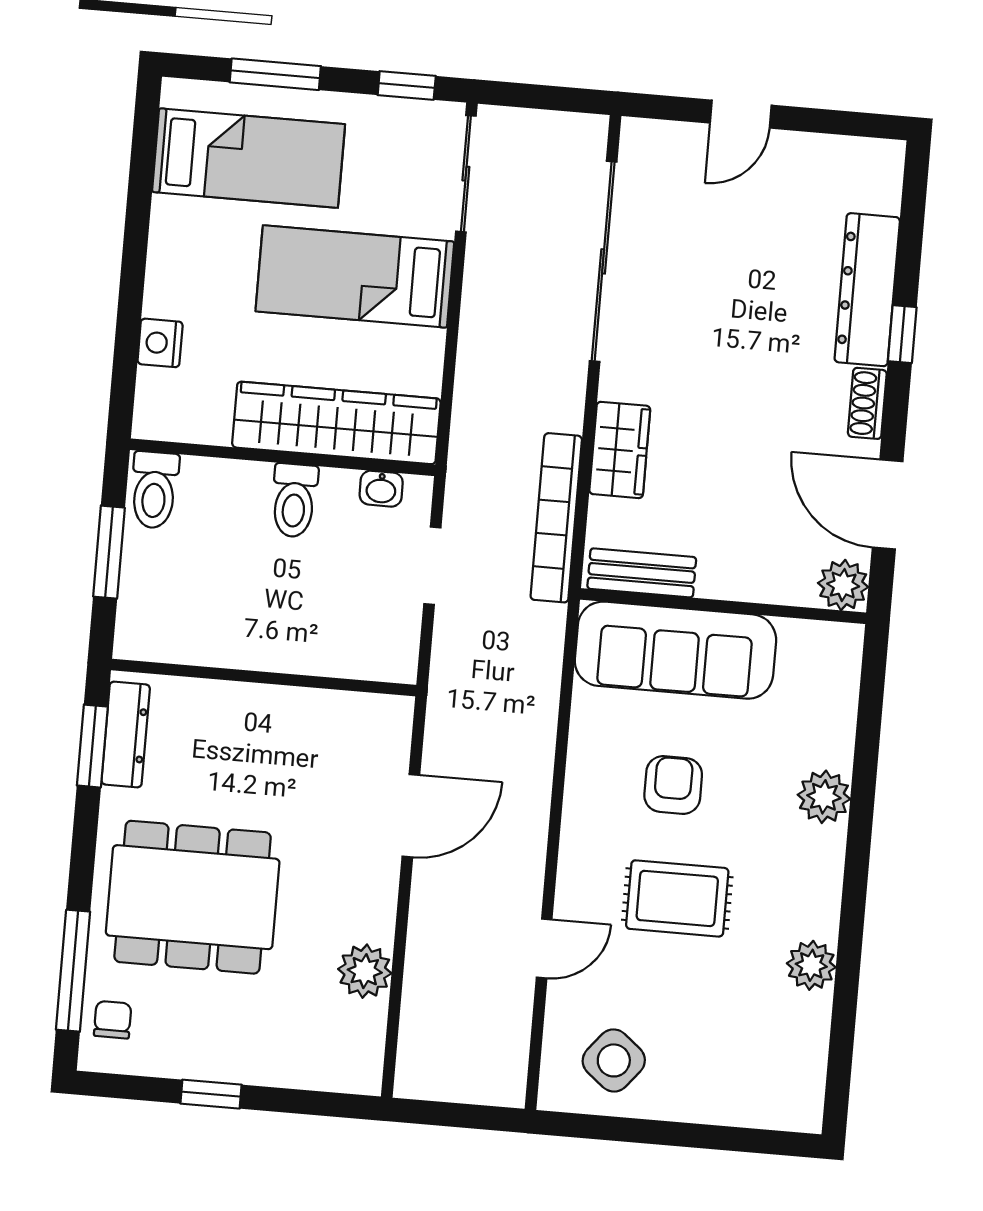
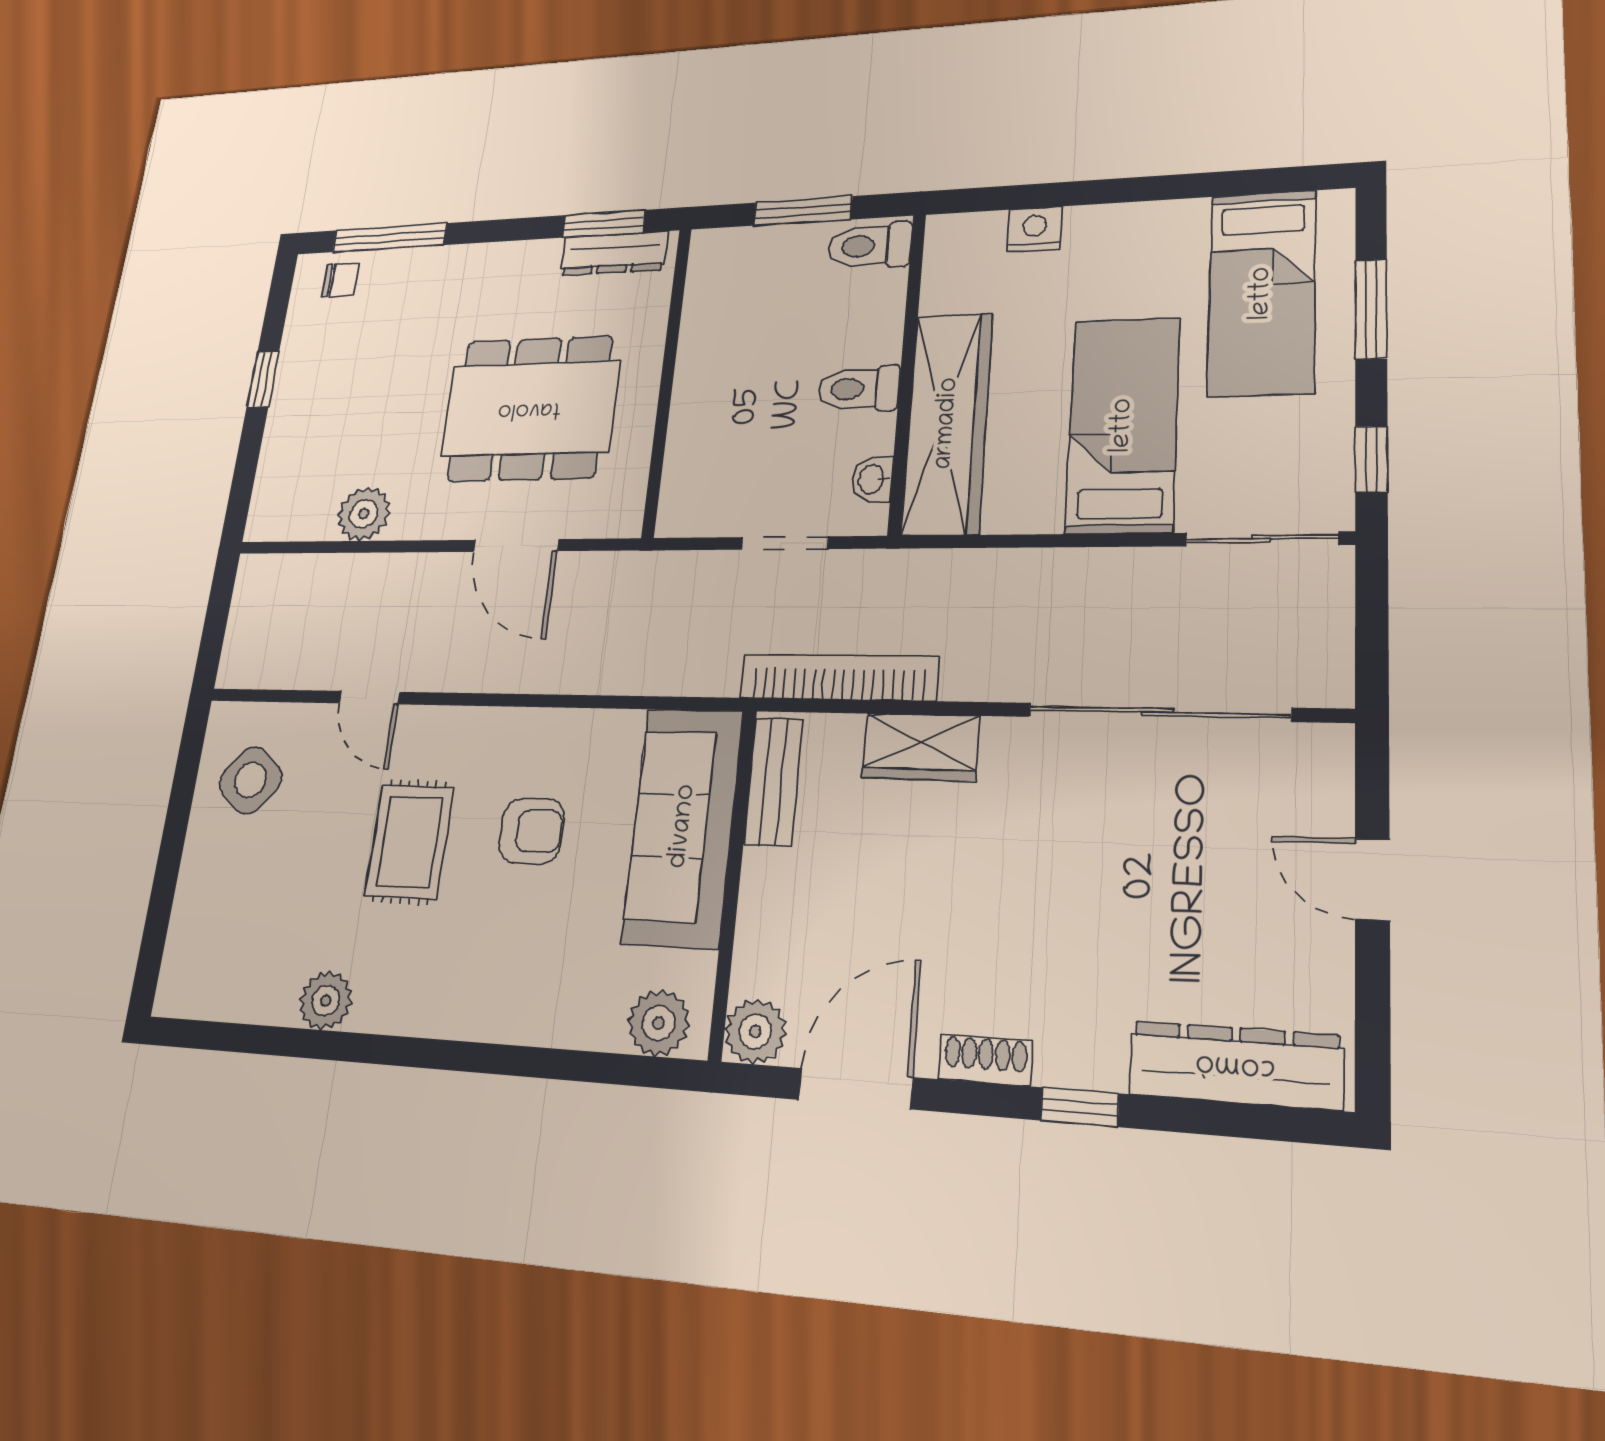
dresser: (867, 290) -> (1235, 1065), moved
plant: (824, 797) -> (659, 1023), moved
dining table: (193, 897) -> (530, 409), moved, turned 90

